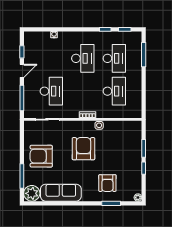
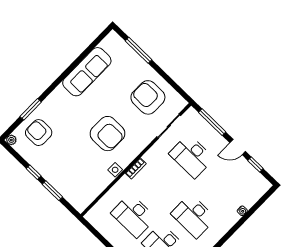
door: (22, 71) -> (238, 147), hinge flipped
armchair: (41, 156) -> (148, 97), moved, turned -90
armchair: (107, 183) -> (39, 133), moved
plant: (32, 193) -> (113, 44), removed

